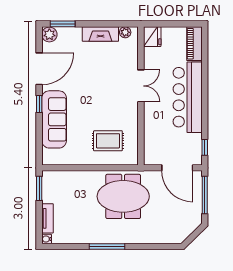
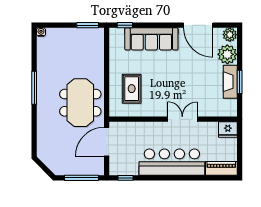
window: (63, 24) -> (240, 82), moved
plant: (125, 32) -> (227, 54), moved, width x1.87, depth x1.87
double door: (141, 86) -> (182, 119), swing flipped
window: (39, 104) -> (125, 25), moved
door: (177, 168) -> (107, 142), moved
tv unit: (48, 218) -> (60, 33), removed

